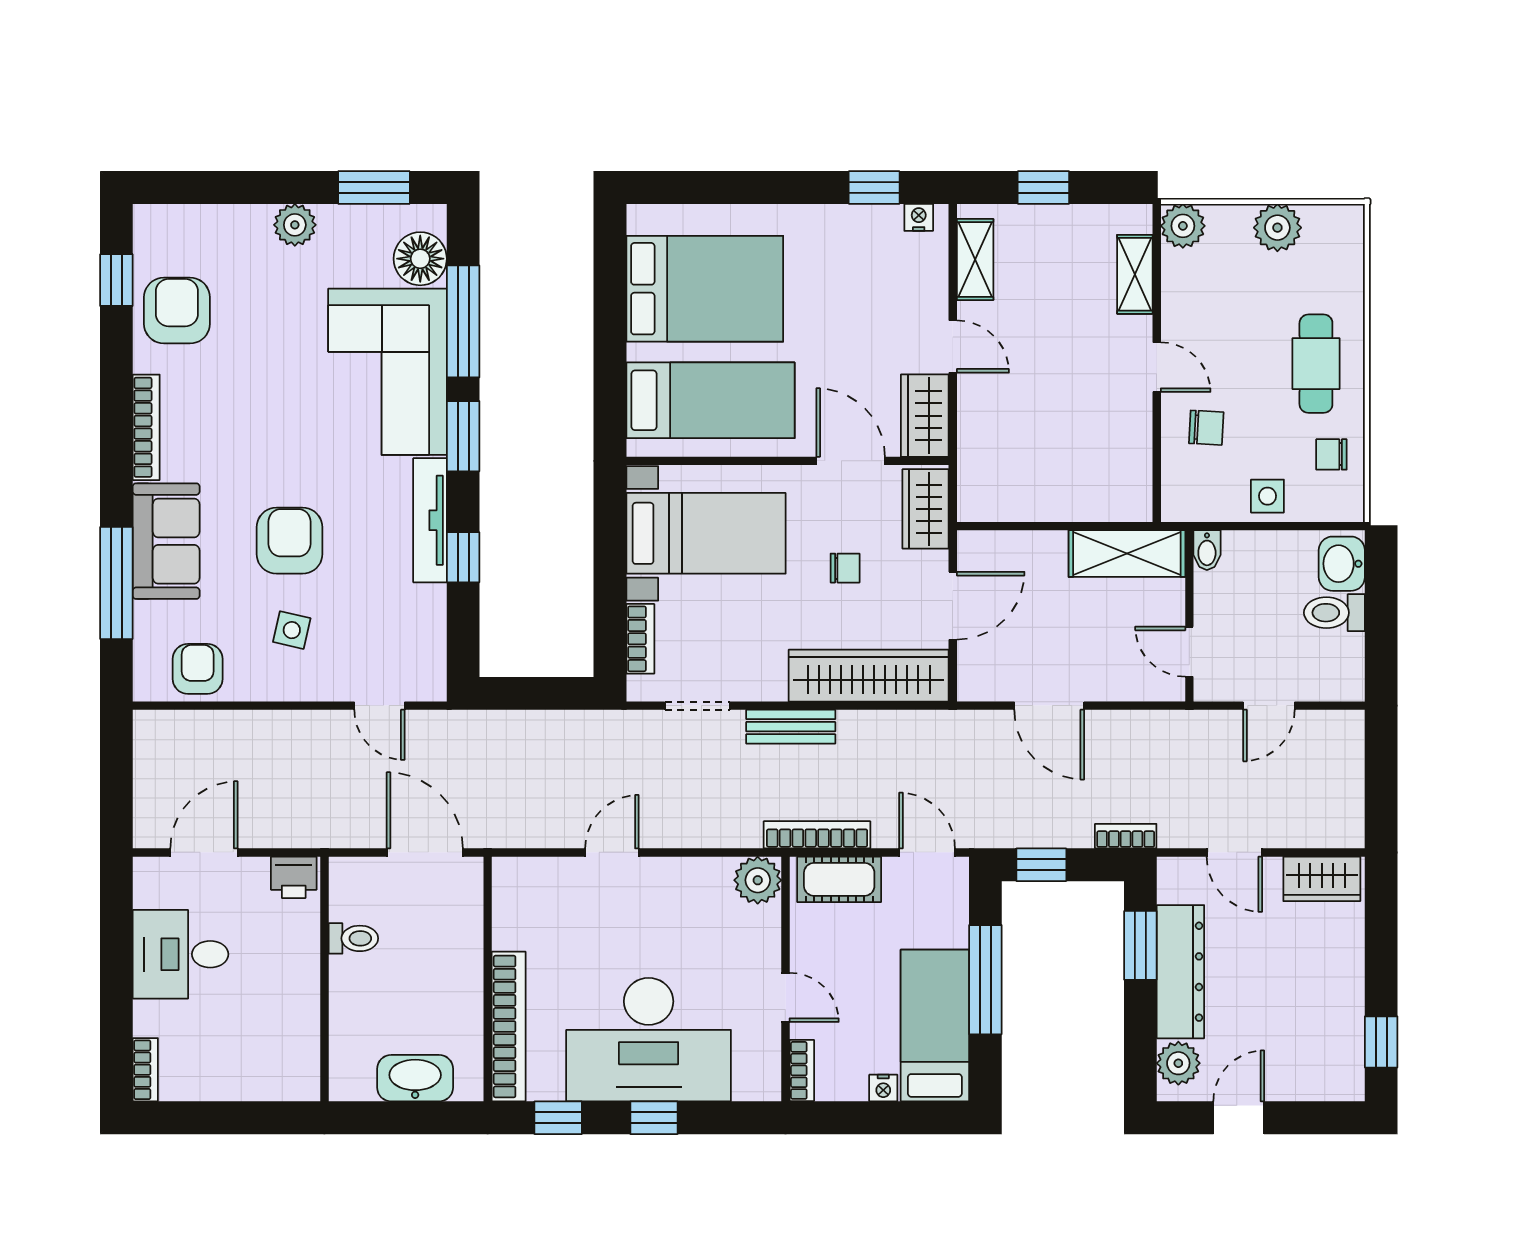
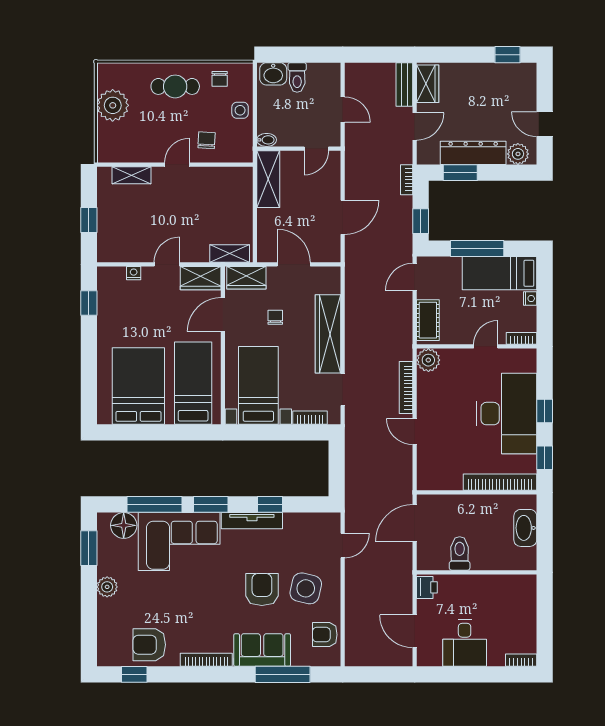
nightstand: (919, 217) -> (134, 273), moved, turned 90
plant: (1183, 226) -> (108, 152), removed
plant: (1277, 228) -> (113, 105), width x1.36, depth x1.36
shelving: (975, 259) -> (230, 254), moved
armchair: (289, 541) -> (262, 590), turned 90
side table: (292, 630) -> (306, 588), width x1.87, depth x1.87
wardrobe: (869, 676) -> (328, 334), moved
bench: (791, 727) -> (404, 84), moved
bookcase: (817, 835) -> (406, 388), moved
toilet: (353, 938) -> (460, 554), width x1.37, depth x1.39

